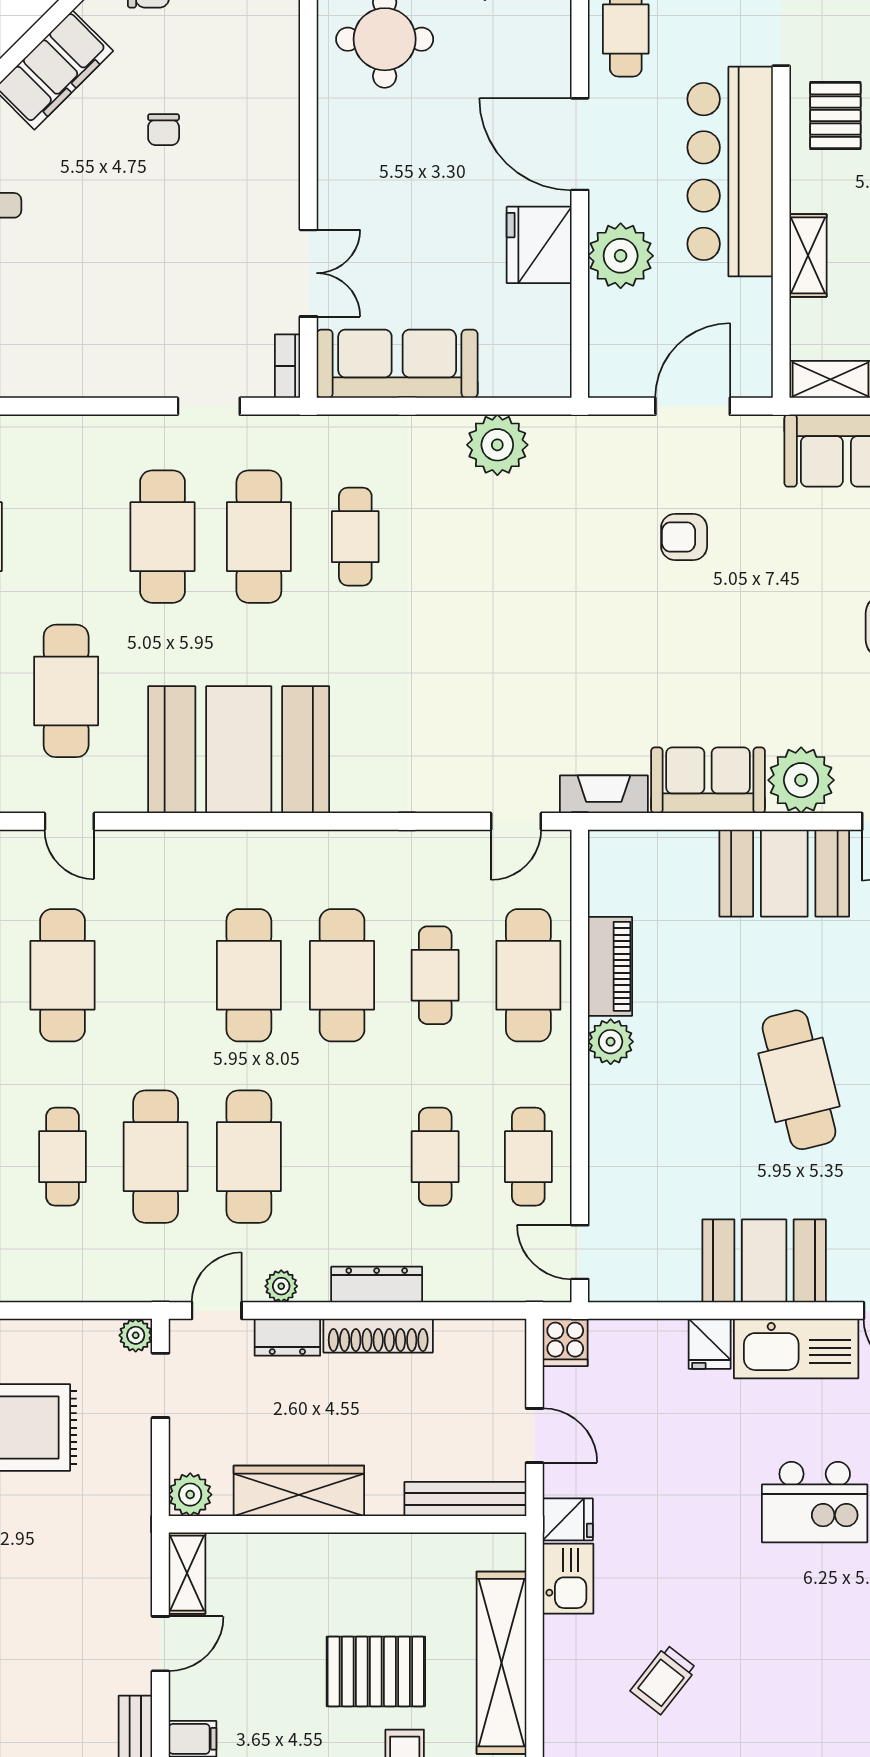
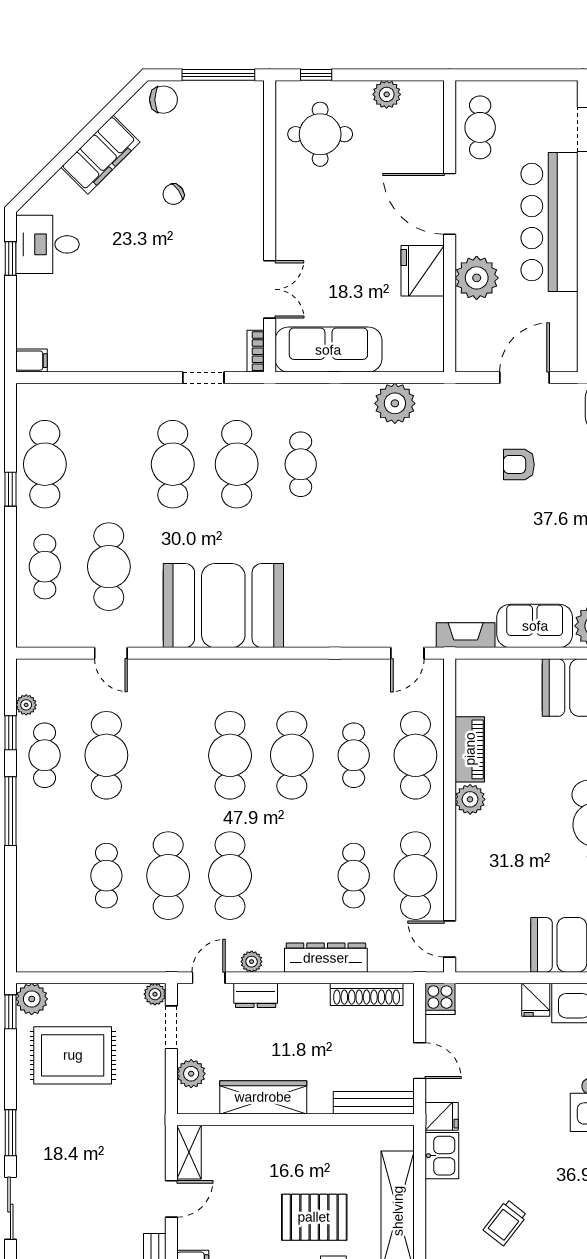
chair: (164, 130) -> (173, 194), turned 54
cafe table: (528, 1157) -> (415, 876), width x1.37, depth x1.35
dresser: (377, 1284) -> (326, 958), width x1.37, depth x1.24
shoe rack: (378, 1336) -> (367, 994), moved
plant: (190, 1495) -> (191, 1074), moved

